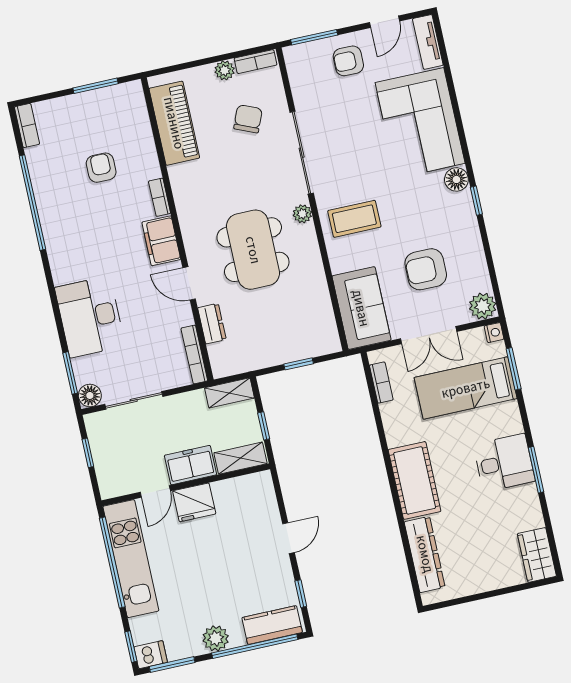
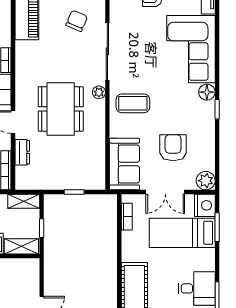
armchair: (426, 269) -> (173, 148), turned 90
nightstand: (494, 333) -> (205, 205), width x1.89, depth x1.79

